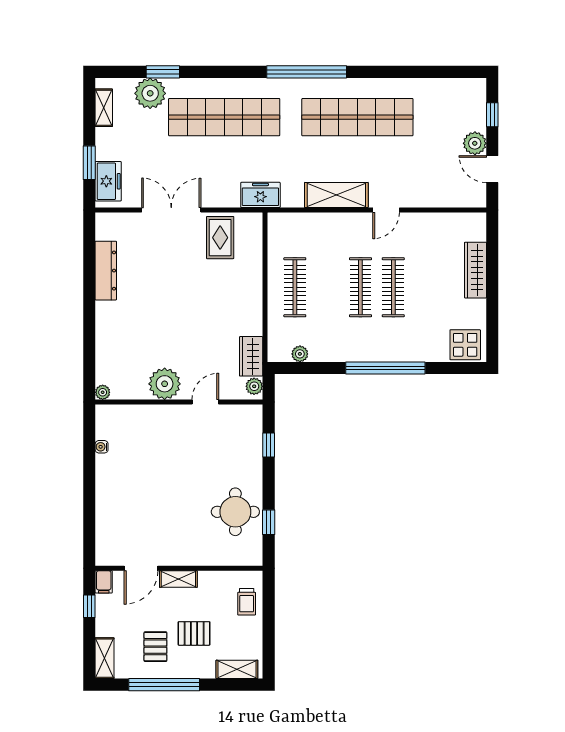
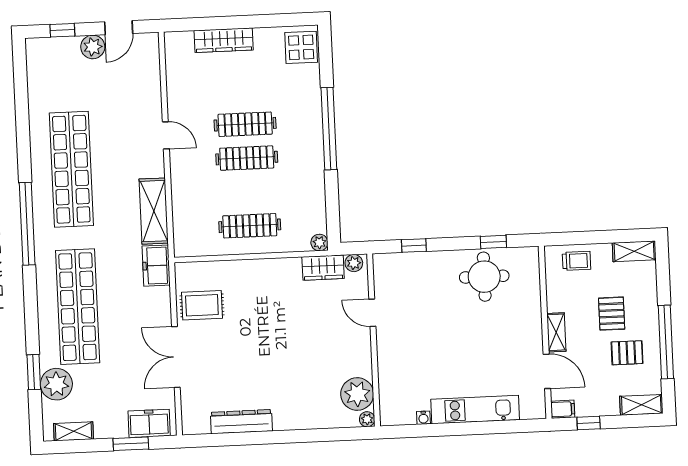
shelving: (336, 195) -> (154, 211), moved
plant: (300, 354) -> (319, 243), moved
plant: (165, 384) -> (357, 394), moved
kitchen unit: (107, 497) -> (475, 410), added
shelving: (237, 669) -> (634, 251), moved, turned 90

